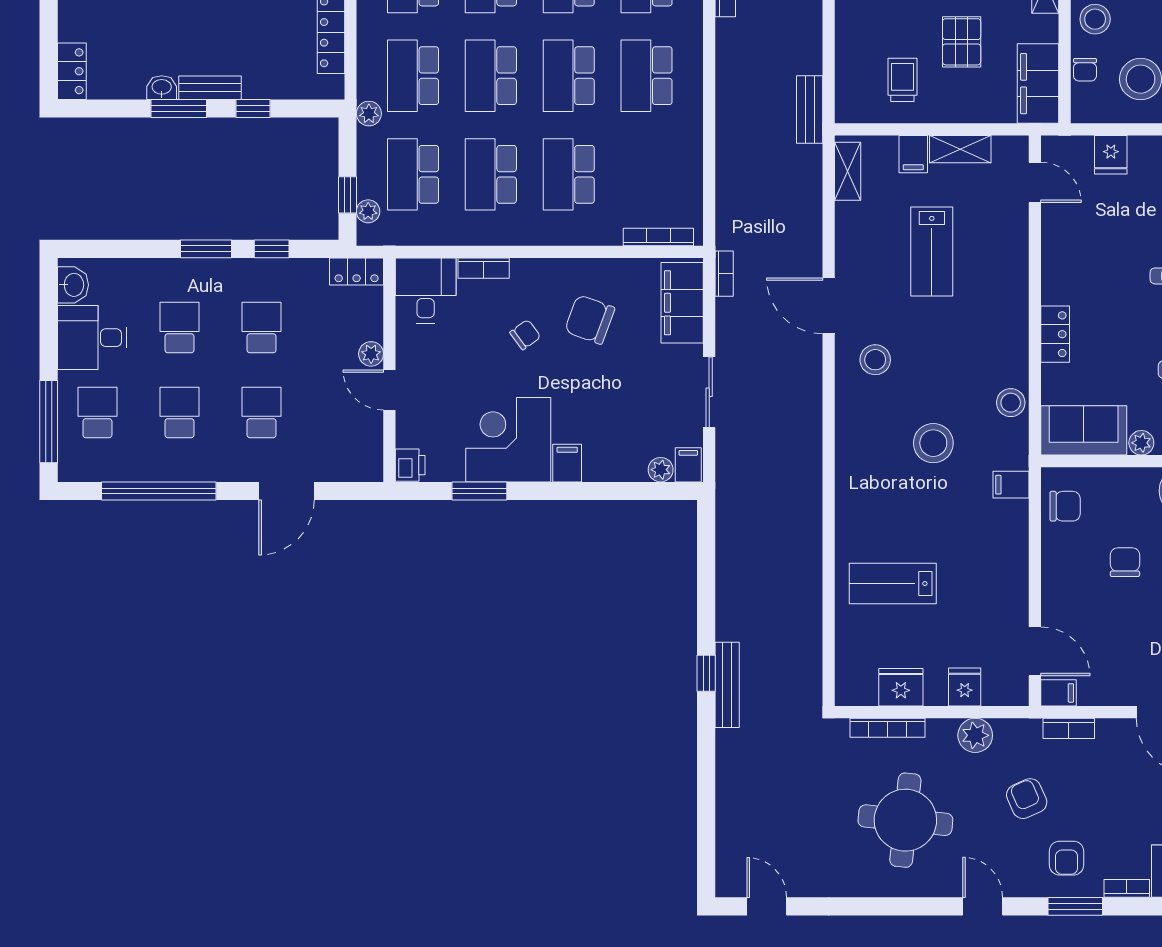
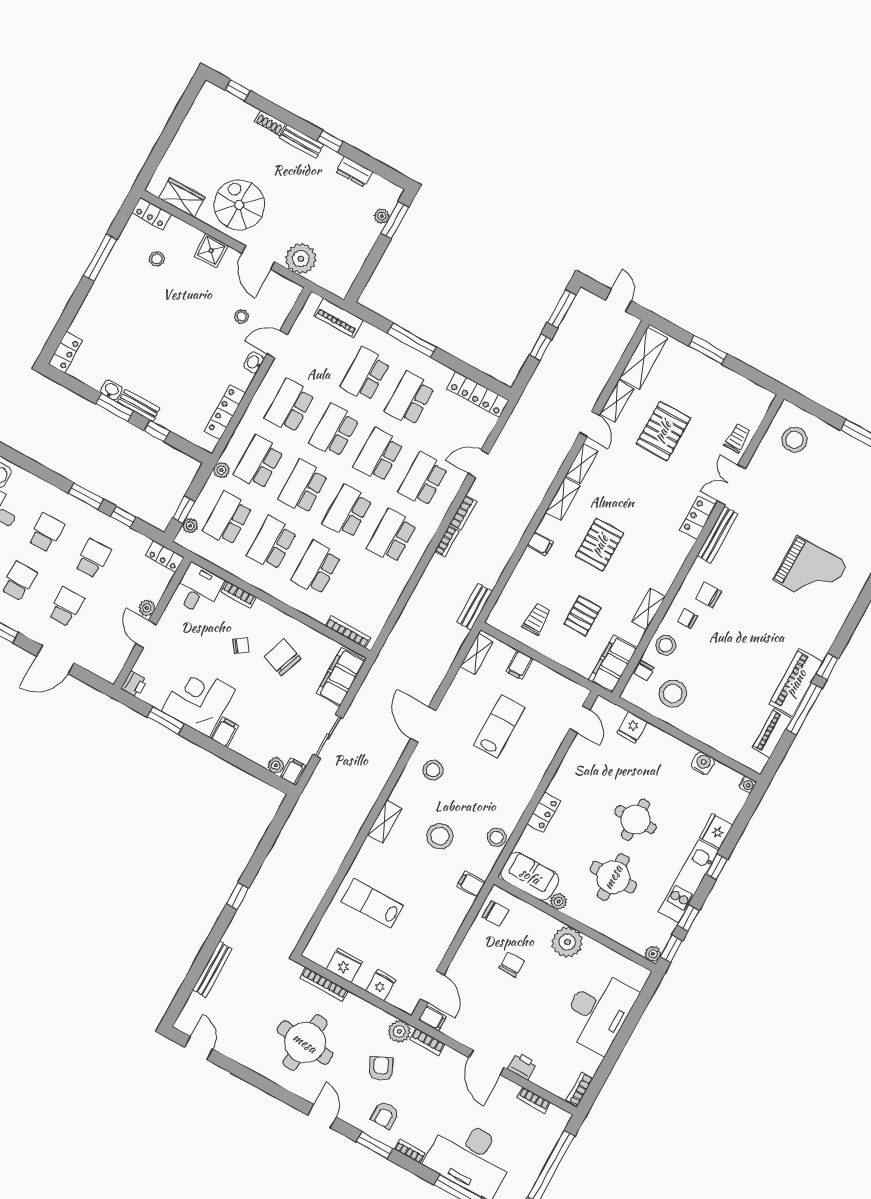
shelving: (960, 149) -> (385, 822), moved, turned 90
lab bench: (932, 251) -> (499, 726), turned 180
bookcase: (724, 274) -> (447, 541), moved
bench: (727, 685) -> (213, 969), moved
plant: (975, 735) -> (399, 1031), moved

